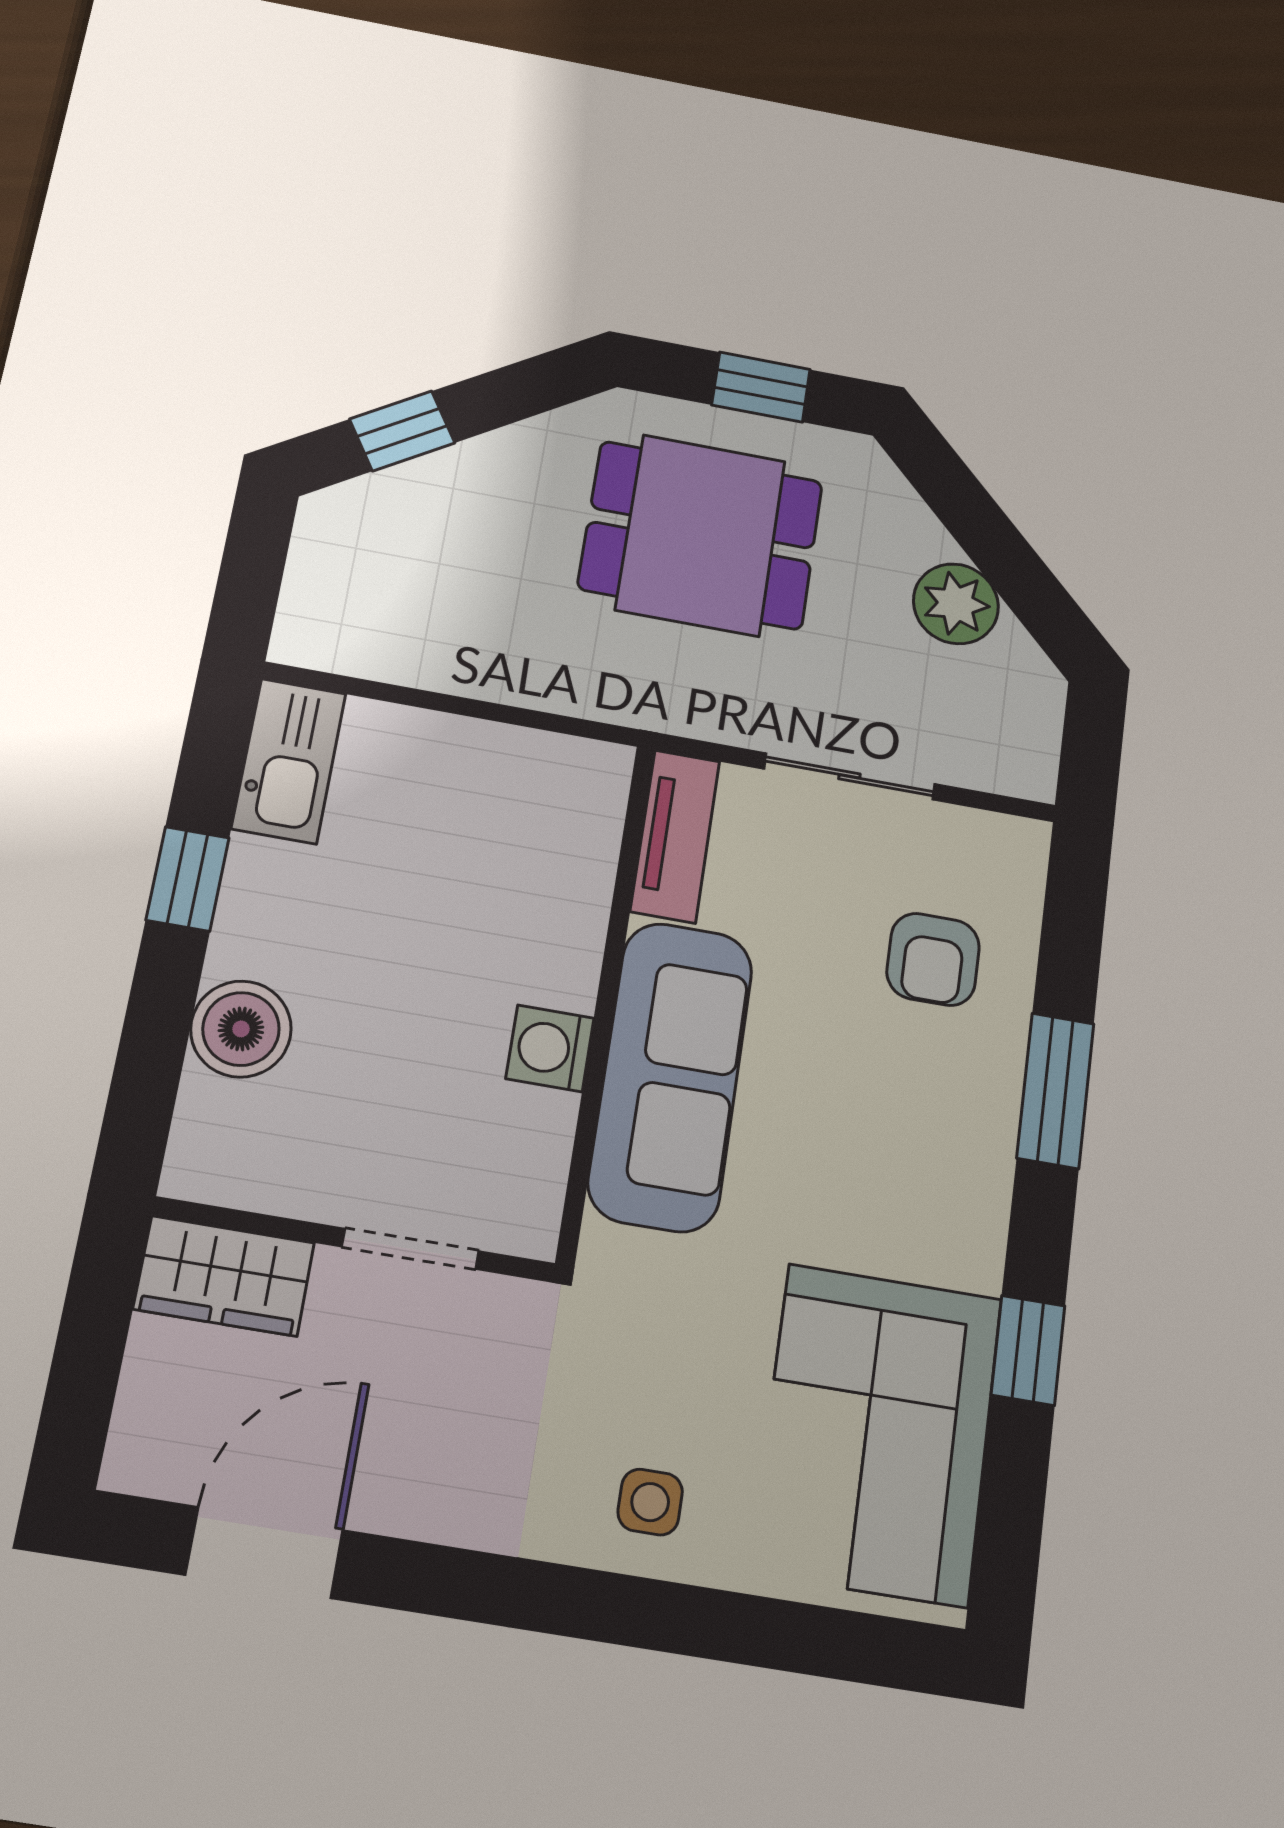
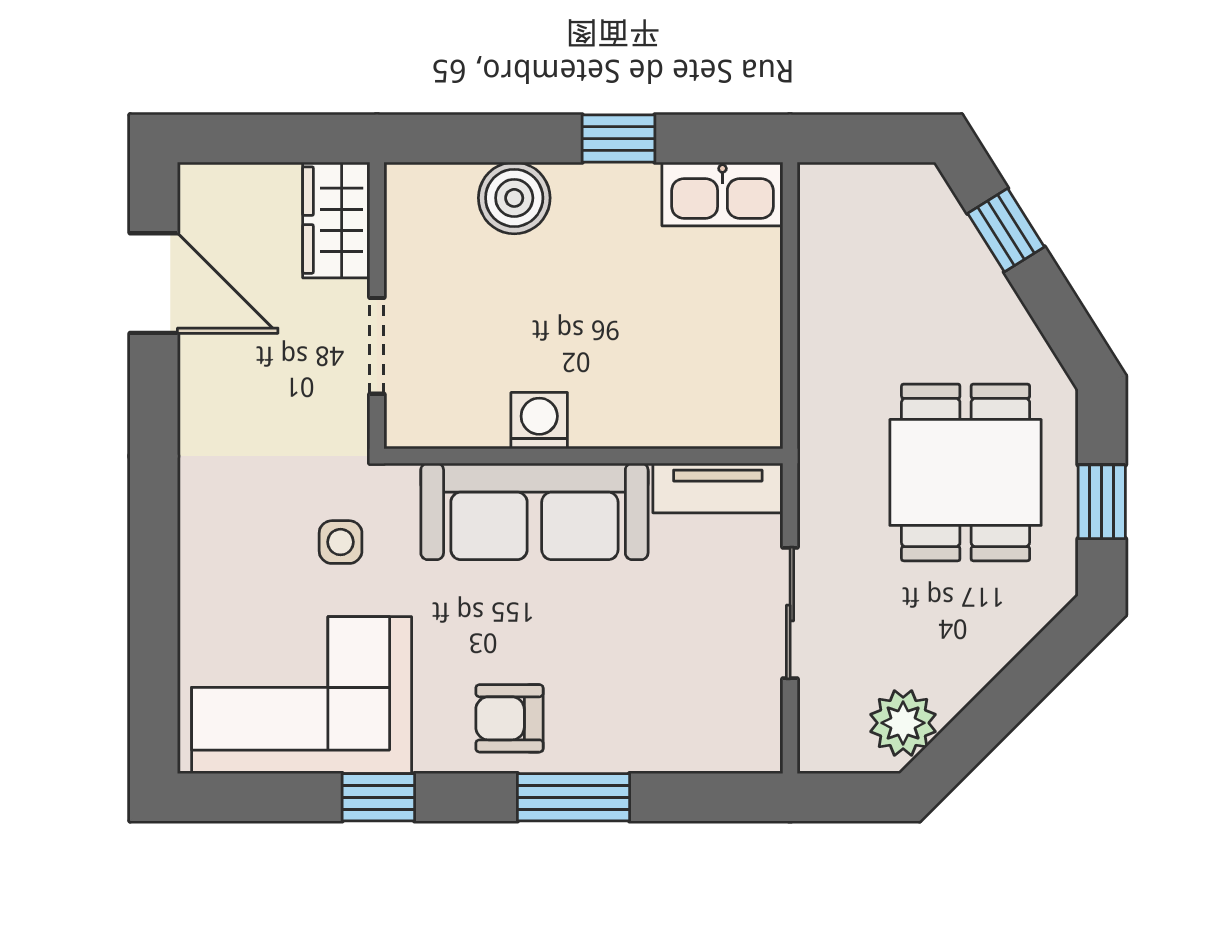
plant: (956, 604) -> (903, 723), moved
armchair: (933, 959) -> (509, 718), moved
side table: (650, 1502) -> (341, 542), moved

